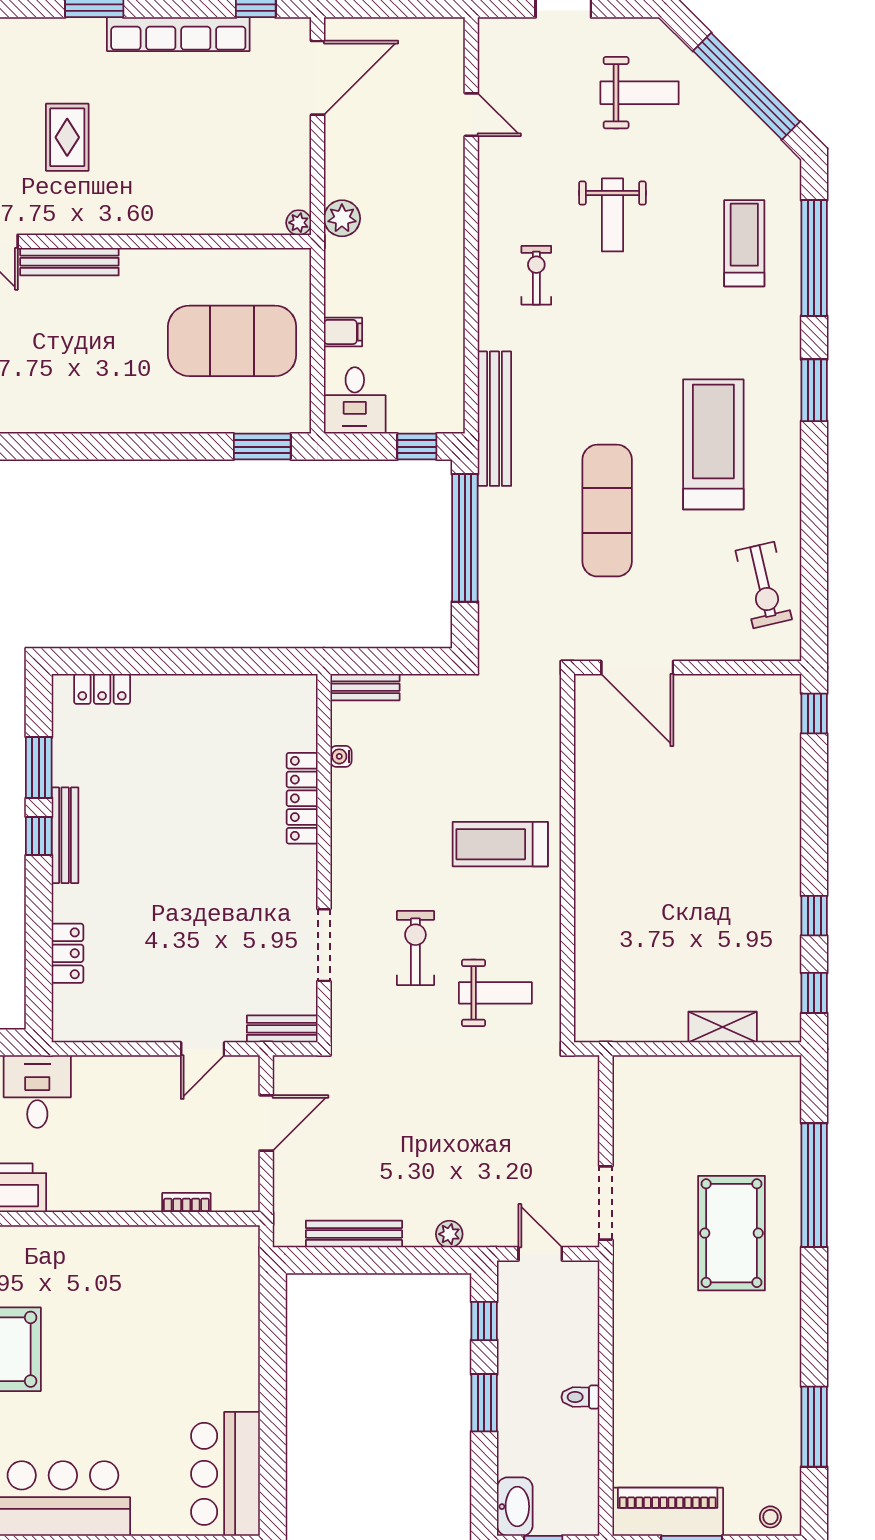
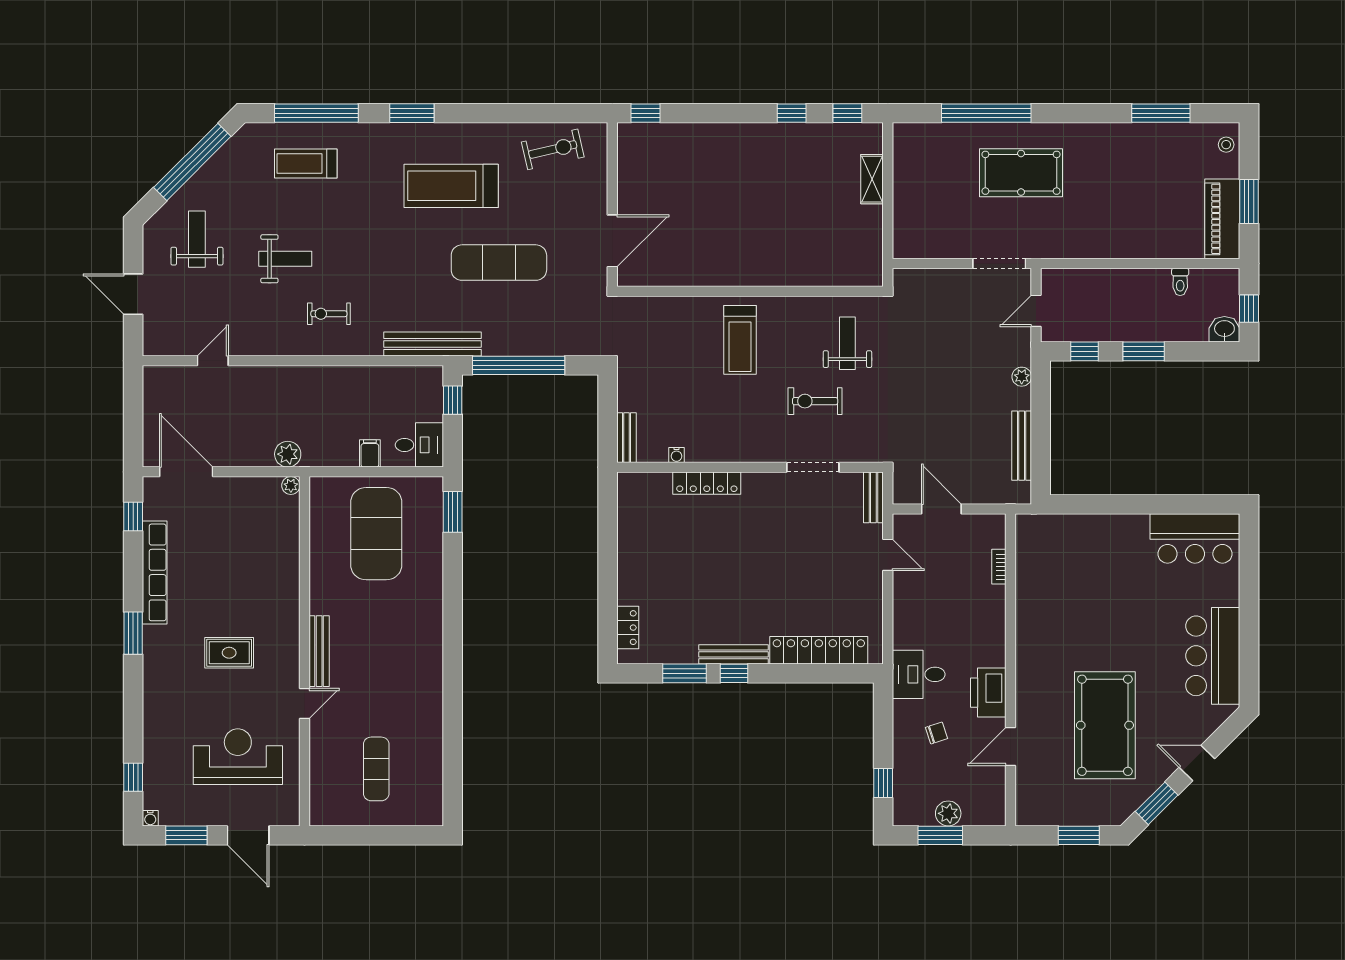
locker: (67, 953) -> (819, 650), width x2.16, depth x1.21
toilet: (580, 1397) -> (1180, 282), moved
washbasin: (515, 1507) -> (1224, 329), width x0.72

